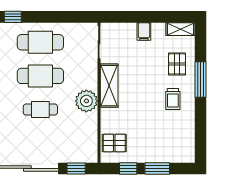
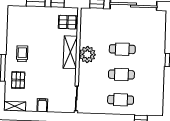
cafe table: (40, 42) -> (121, 100), width x0.73, depth x0.74
cafe table: (40, 76) -> (121, 74), width x0.73, depth x0.74
shelving: (109, 86) -> (70, 52), moved

